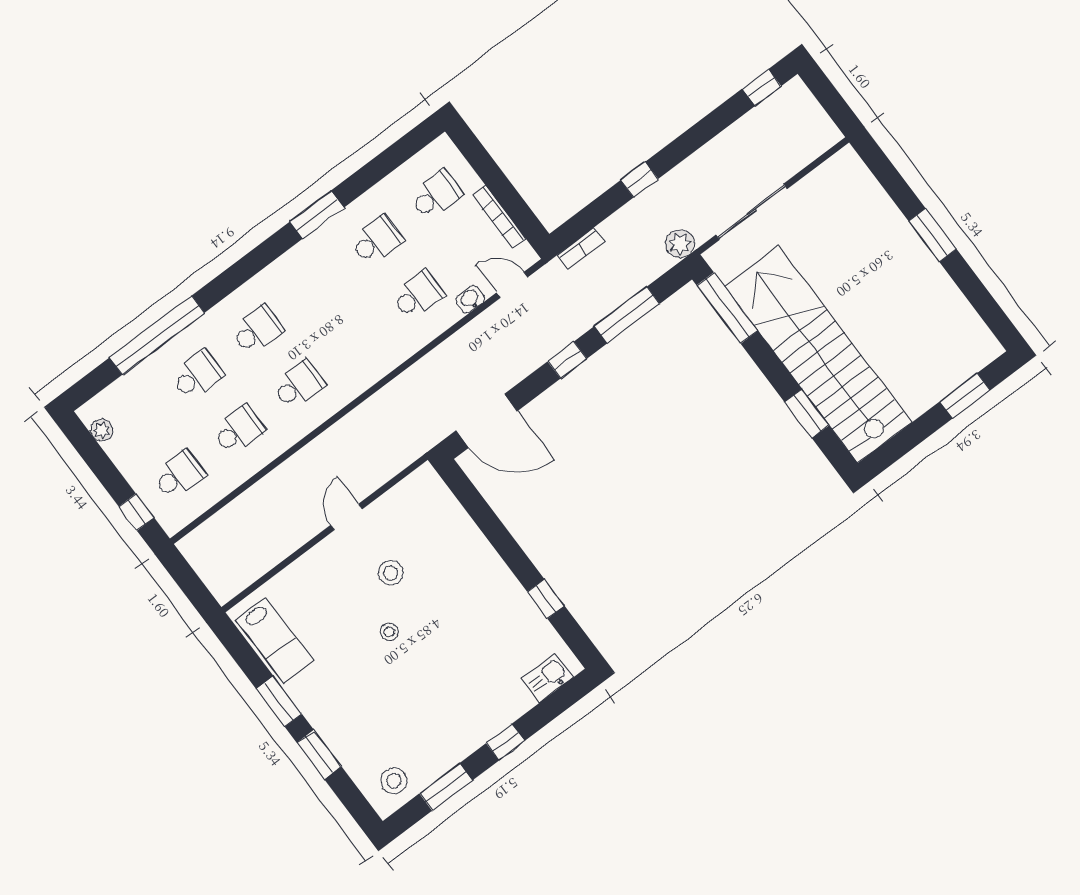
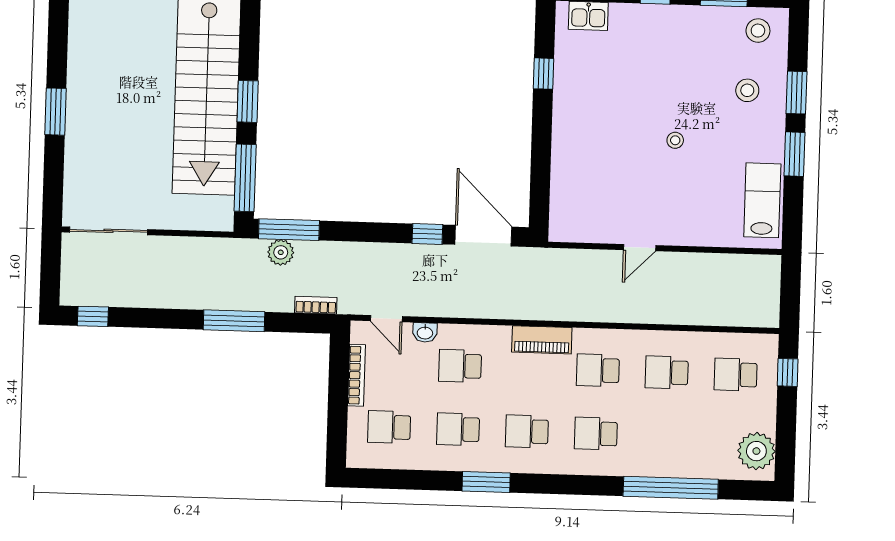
window: (639, 180) -> (234, 321), width x2.17
sliding door: (752, 212) -> (109, 231), moved
plant: (680, 244) -> (281, 252), moved
window: (627, 315) -> (289, 230), moved
window: (567, 360) -> (427, 234), moved
piano: (366, 373) -> (542, 340), added
school desk: (197, 375) -> (527, 431), moved
window: (807, 414) -> (248, 101), moved
plant: (102, 430) -> (756, 451), width x1.87, depth x1.87
stool: (391, 573) -> (747, 90), moved

